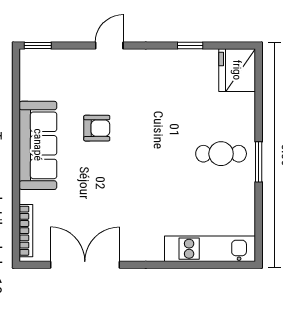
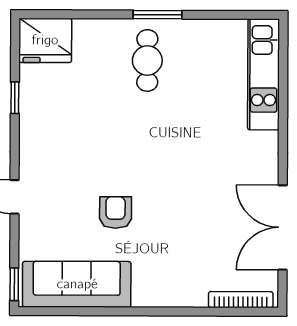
sofa: (38, 145) -> (77, 284), moved

